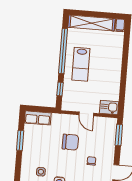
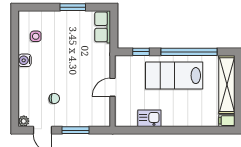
lab bench: (81, 64) -> (174, 76), width x1.36, depth x1.39
kitchen sink: (109, 107) -> (149, 118), moved, turned -90
window: (119, 135) -> (75, 130), moved
chair: (70, 142) -> (76, 70), removed

